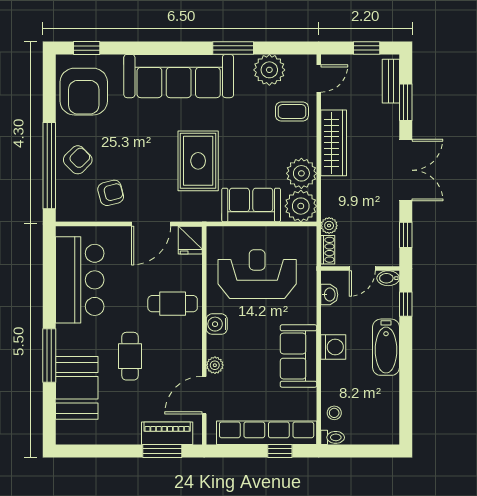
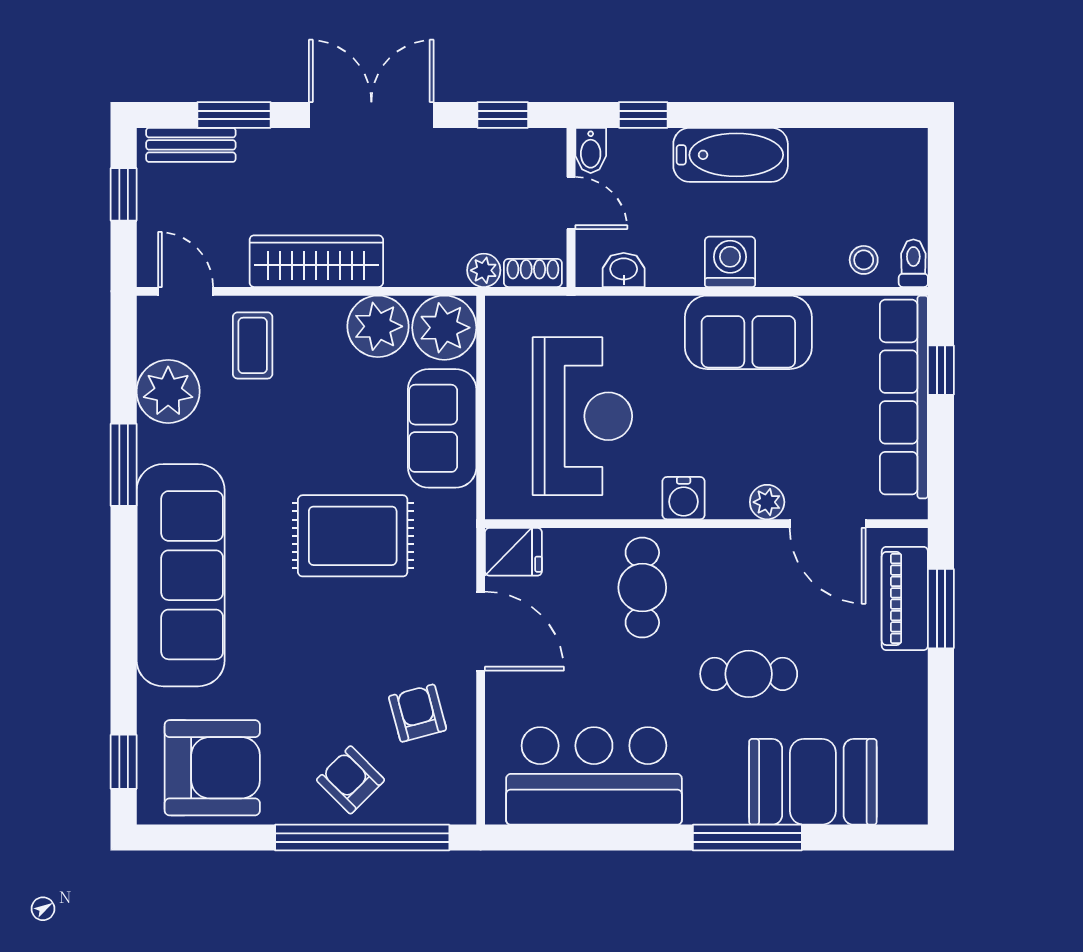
reception desk: (257, 274) -> (582, 416), turned 180

